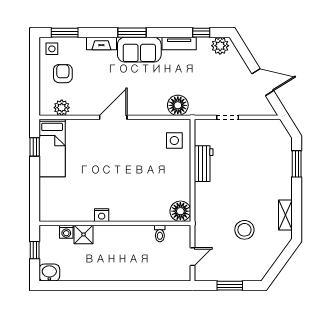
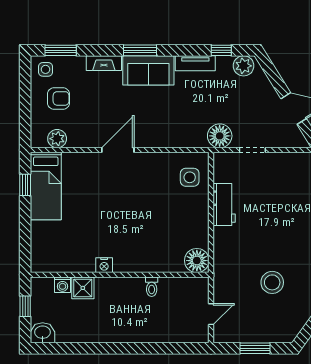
armchair: (63, 74) -> (58, 98), turned 90
floor lamp: (178, 105) -> (220, 136), moved
toilet: (160, 233) -> (152, 287), moved

